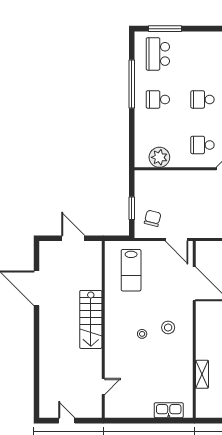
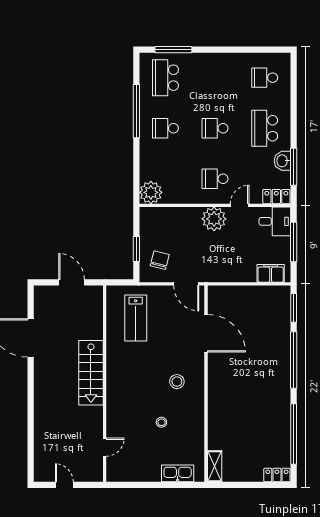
plant: (159, 157) -> (151, 192), moved
plant: (202, 181) -> (214, 219), added
stool: (142, 334) -> (161, 422), moved
shelving: (202, 374) -> (215, 466), moved

